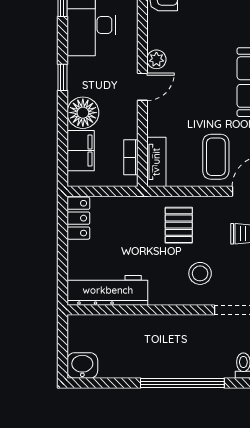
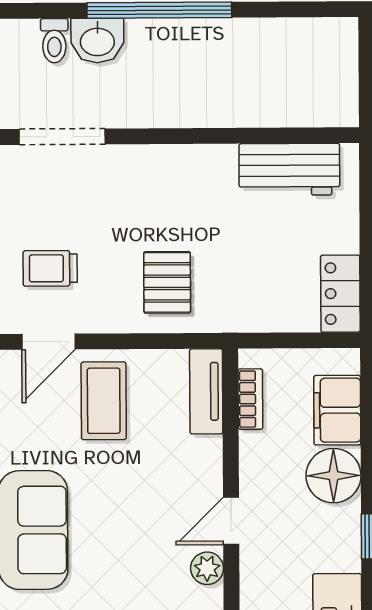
stool: (200, 273) -> (130, 199), removed
workbench: (108, 290) -> (289, 169), width x0.73
washbasin: (82, 366) -> (97, 41), moved

